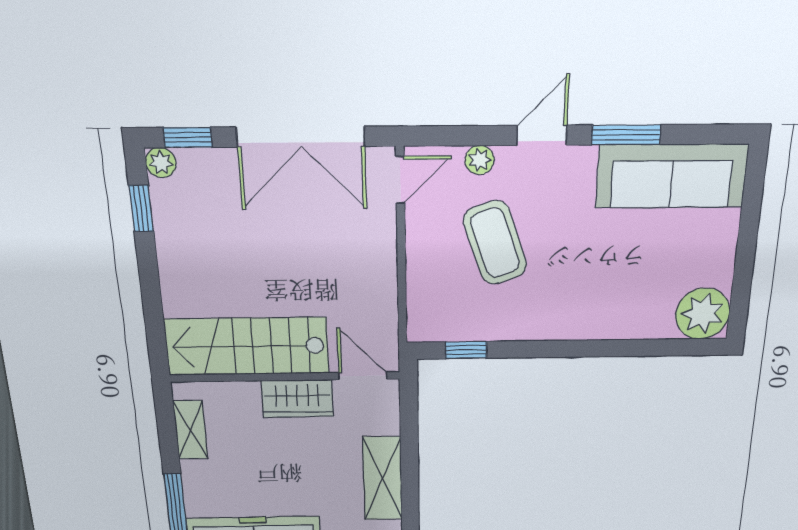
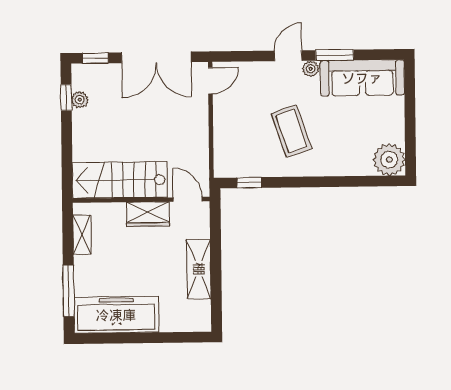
plant: (479, 160) -> (311, 69), moved
plant: (161, 163) -> (80, 100), moved
coffee table: (495, 243) -> (291, 131), moved

